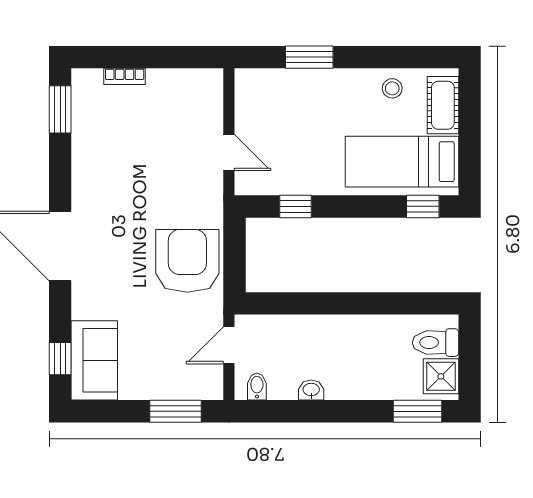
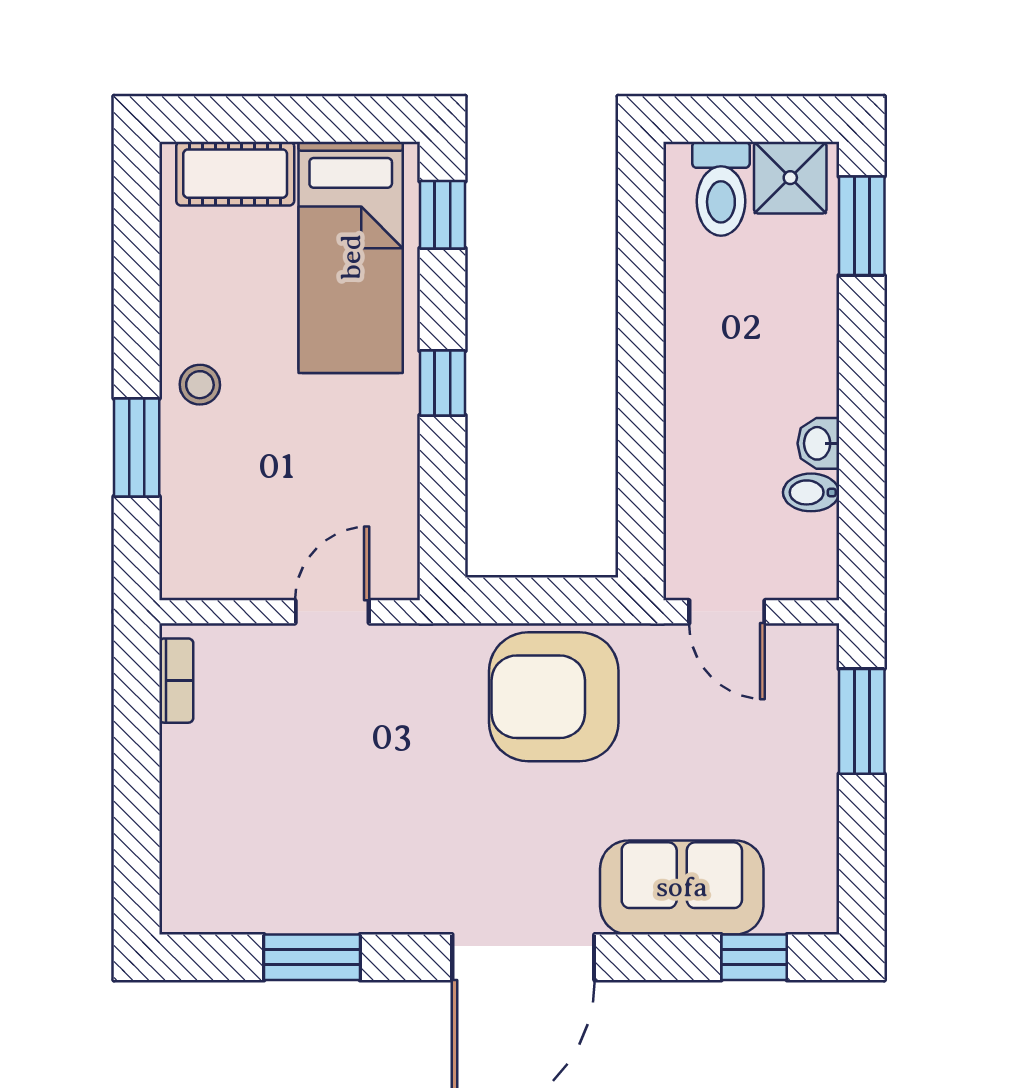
bookcase: (125, 76) -> (176, 681), moved
stool: (392, 88) -> (200, 385), moved
window: (60, 109) -> (312, 957), moved
window: (296, 206) -> (443, 383), moved
sofa: (94, 360) -> (682, 887), moved
bidet: (257, 387) -> (811, 492), moved

